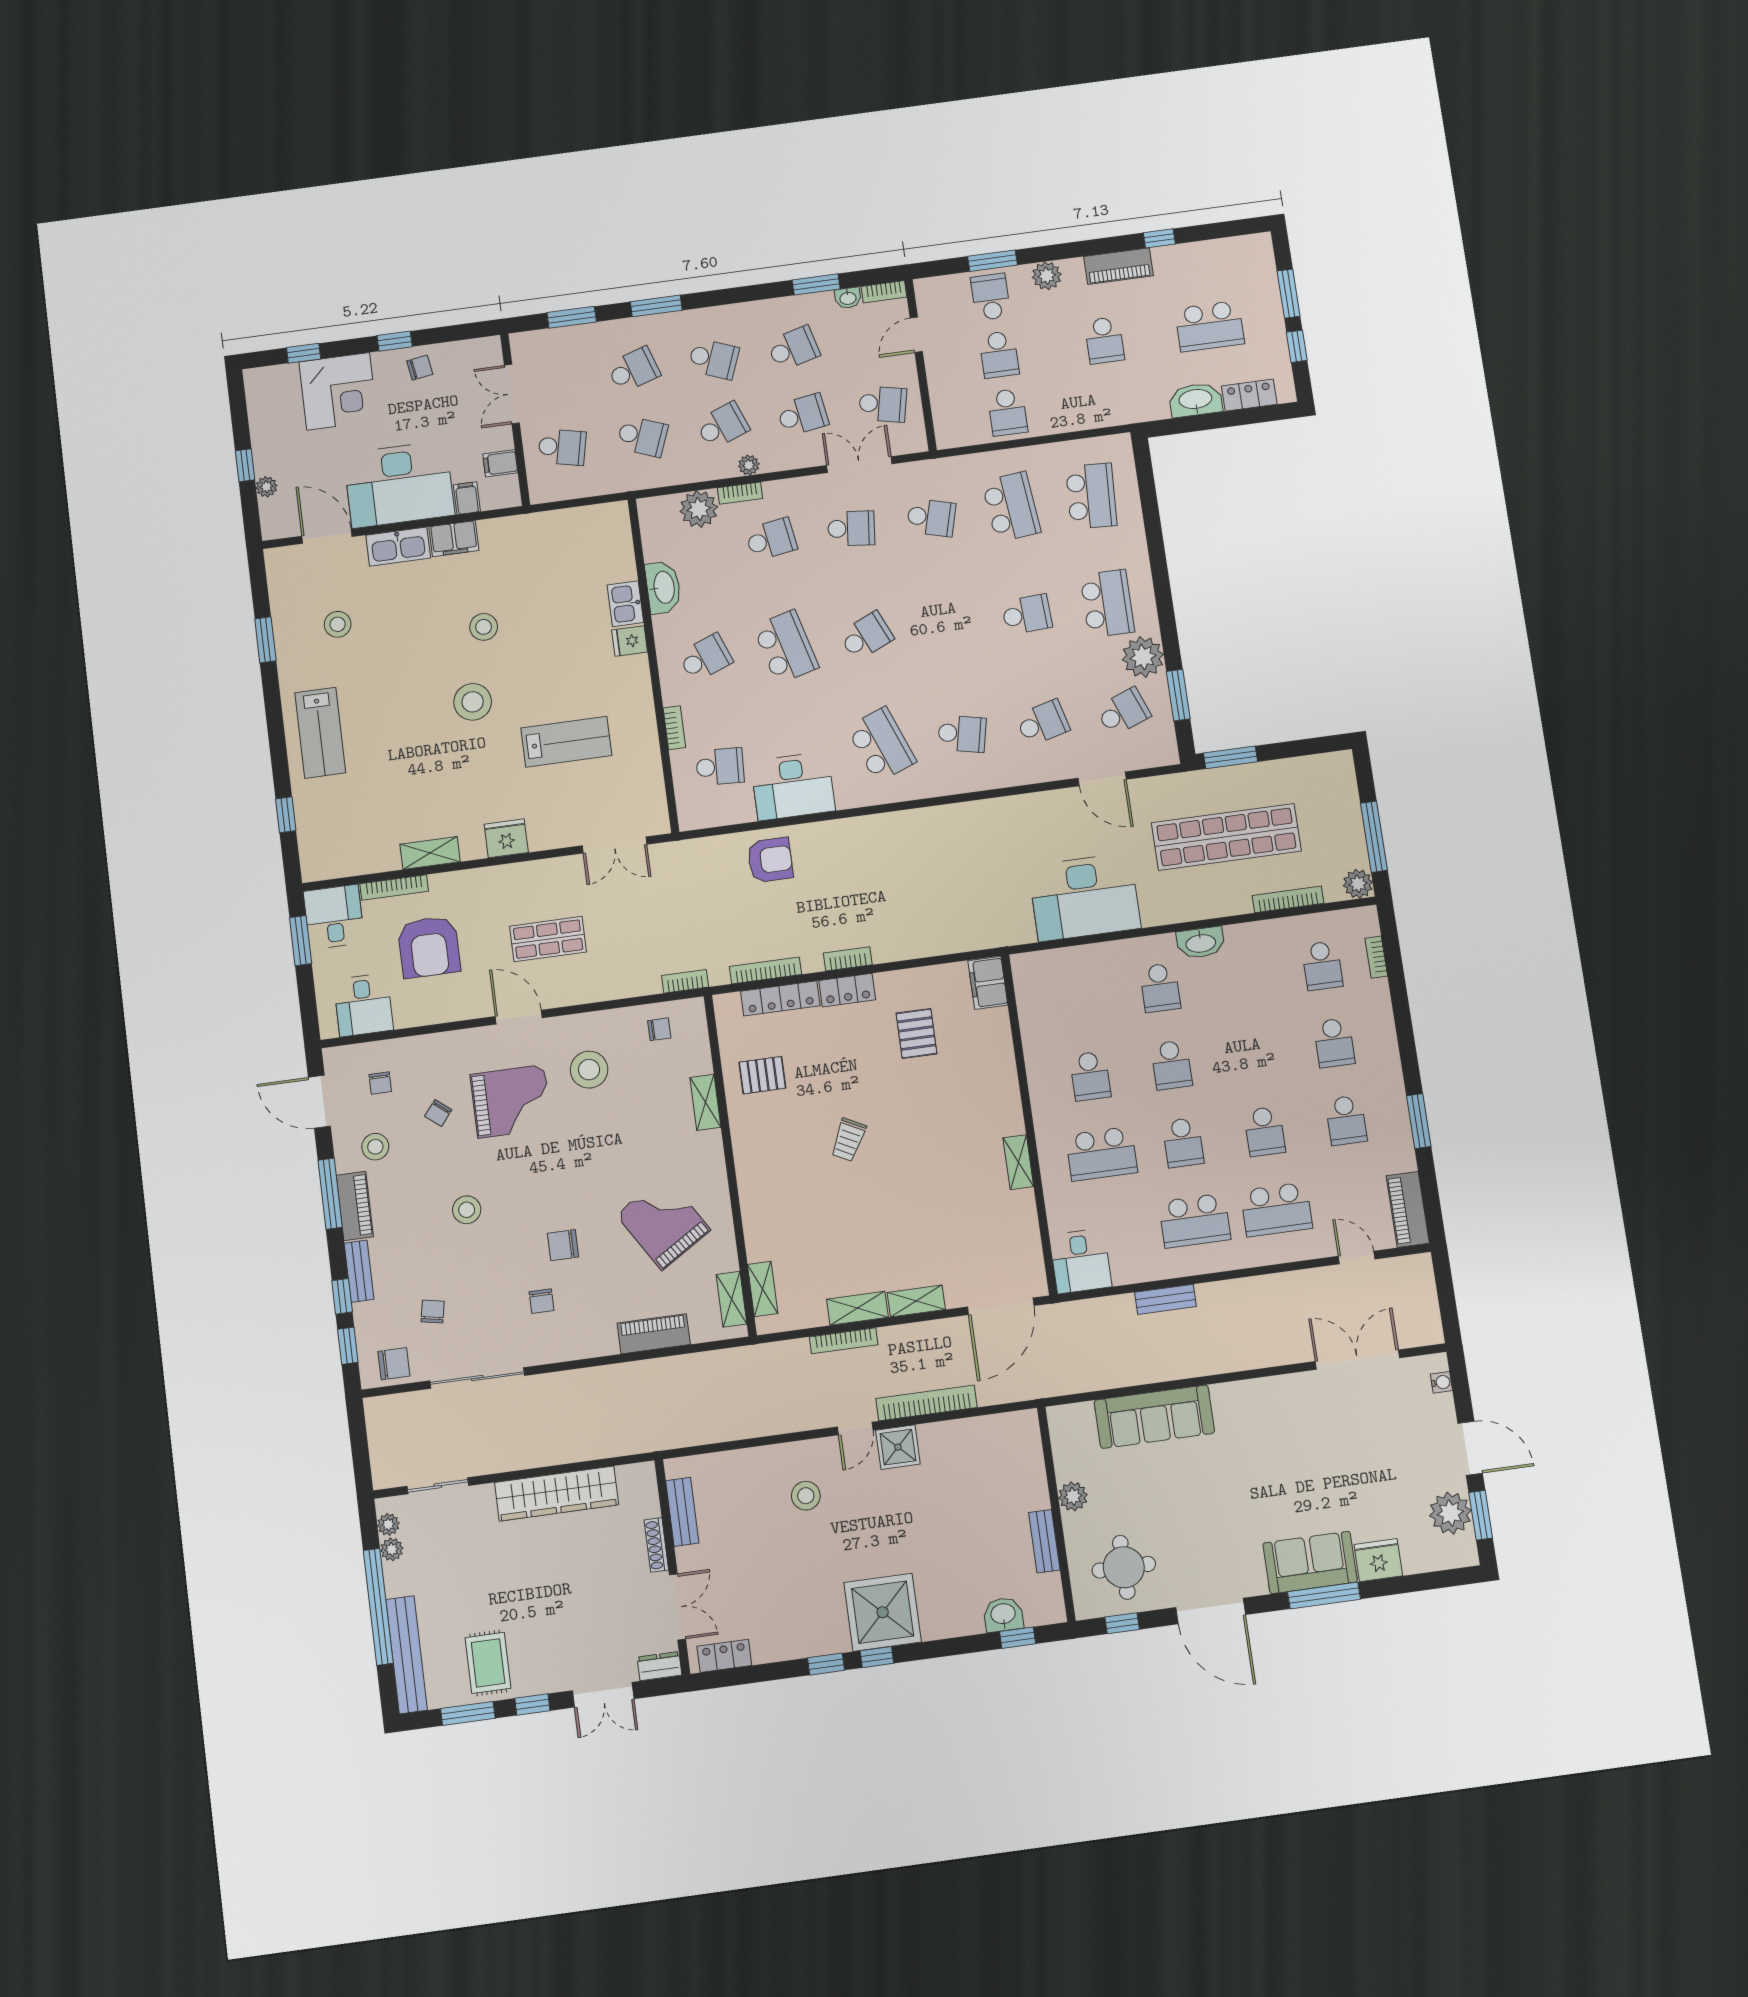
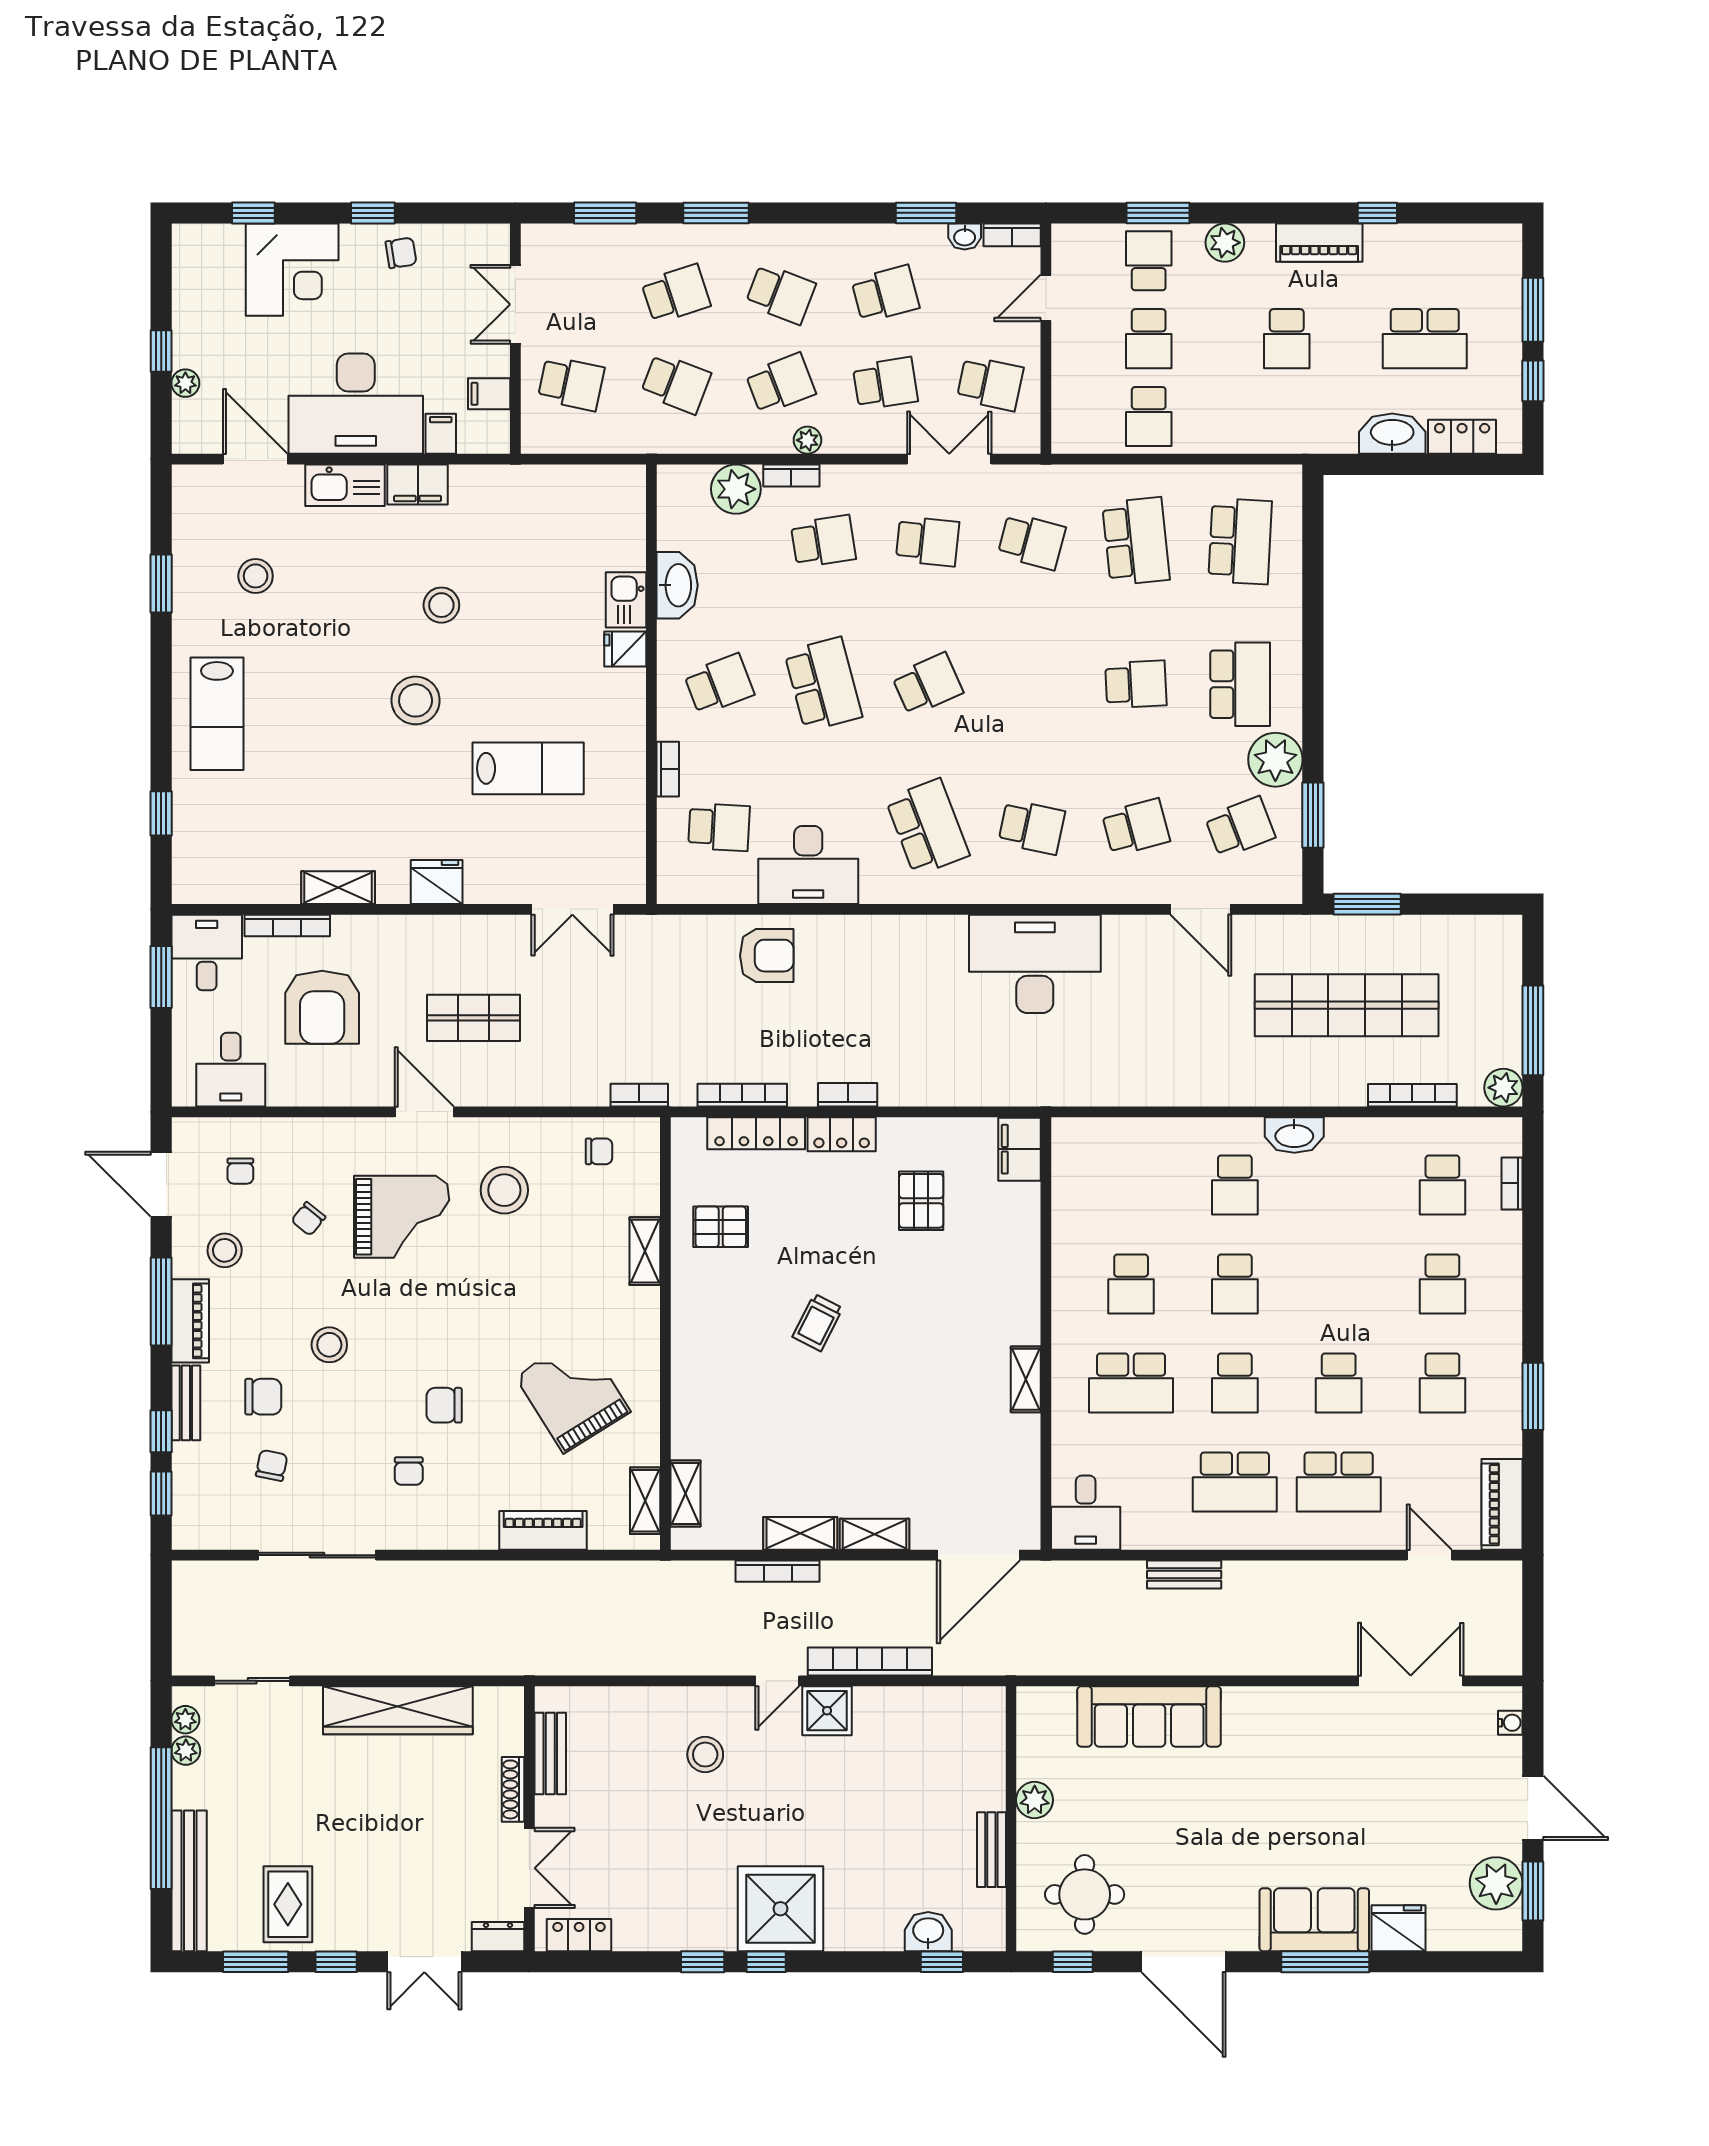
desk: (1084, 897) -> (1035, 964), moved, turned 180
chair: (394, 1364) -> (263, 1397), moved

